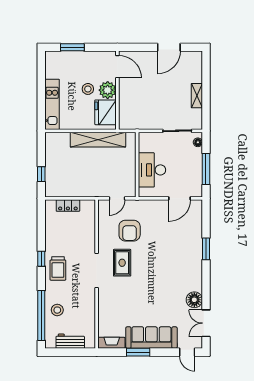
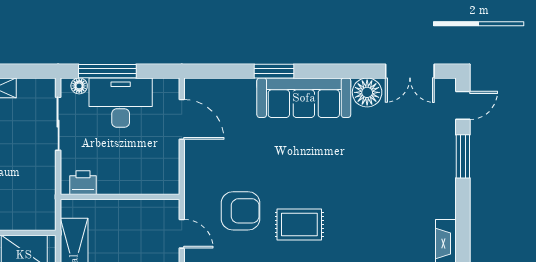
printer: (145, 144) -> (83, 183), added
window: (206, 169) -> (107, 71), moved
desk: (152, 170) -> (121, 103), moved, turned 180
sofa: (151, 338) -> (304, 98), moved, turned -90
window: (138, 352) -> (463, 156), moved

